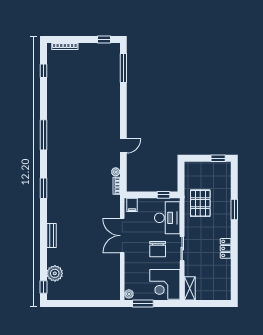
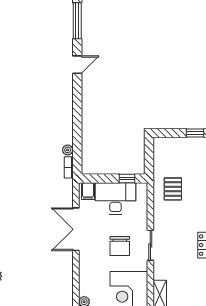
door: (123, 146) -> (77, 65), moved
pallet: (200, 203) -> (173, 189), width x0.67, depth x0.71
desk: (167, 218) -> (115, 198), moved, turned -90

